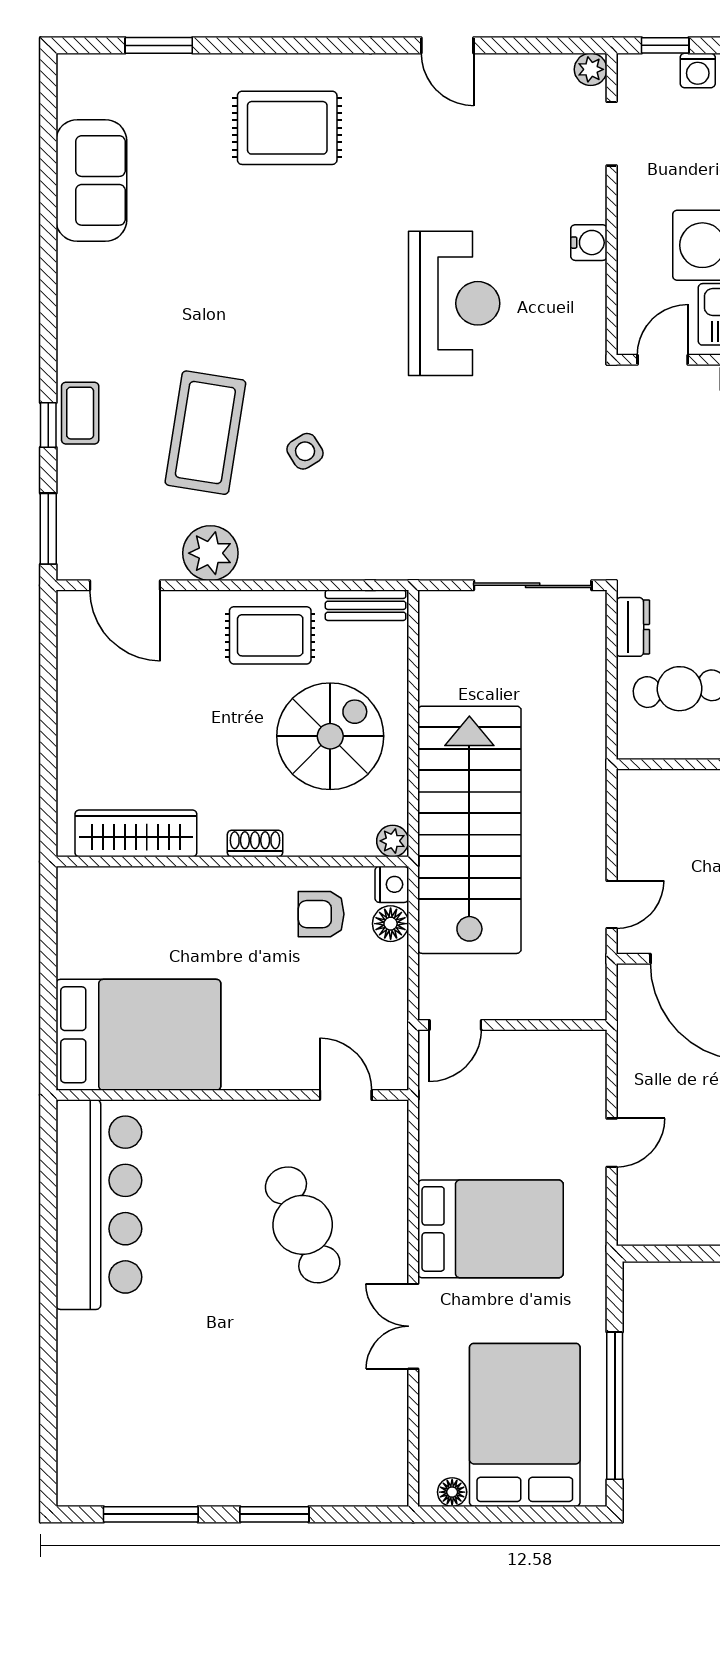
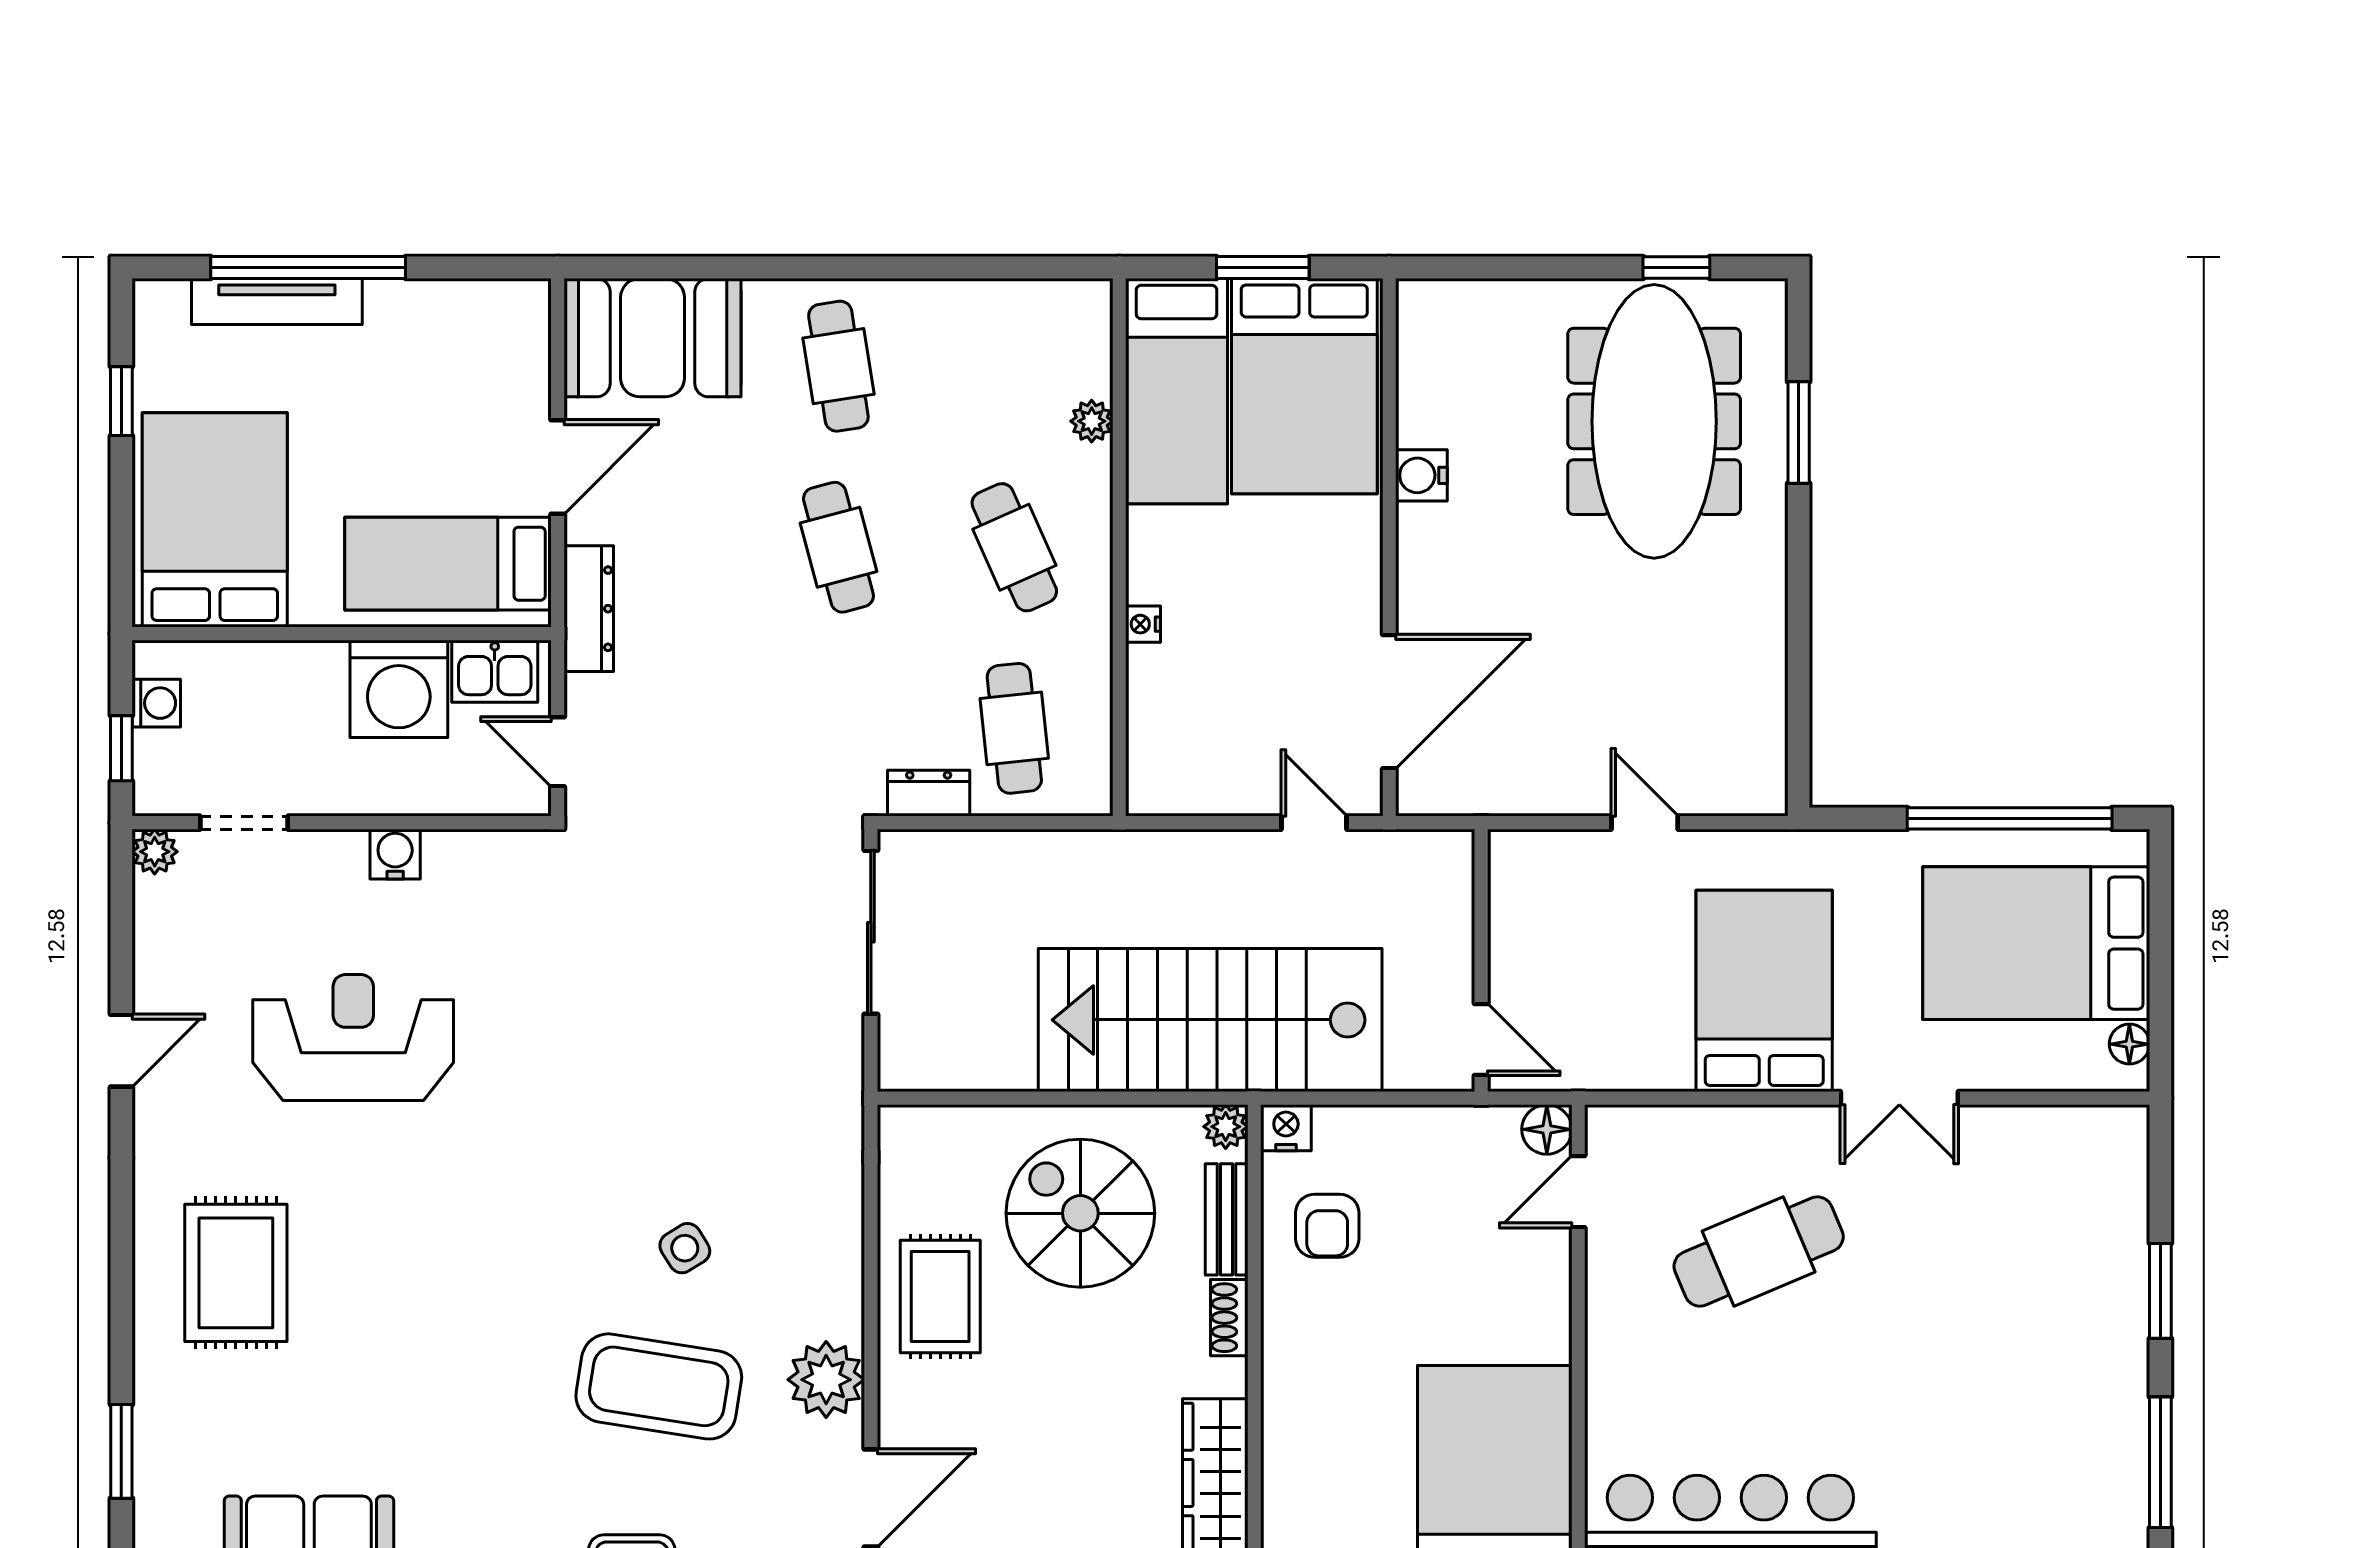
reception desk: (454, 303) -> (353, 1038), moved
bench: (366, 605) -> (1227, 1219), moved
floor lamp: (391, 924) -> (1547, 1129), moved

